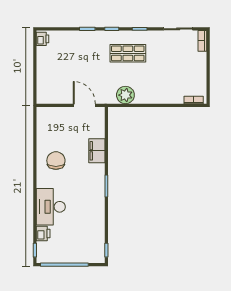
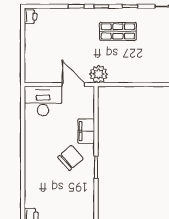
plant: (125, 95) -> (99, 74), moved
chair: (56, 161) -> (70, 158), moved, turned 49
desk: (51, 207) -> (43, 101), moved, turned 90

